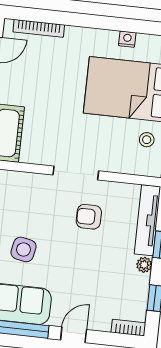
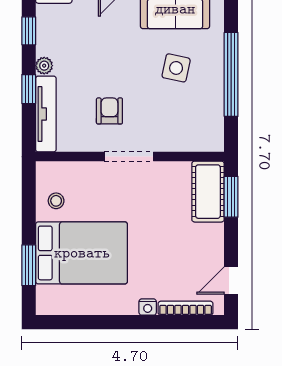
nightstand: (127, 39) -> (148, 307), moved
armchair: (89, 217) -> (109, 111), turned -90

